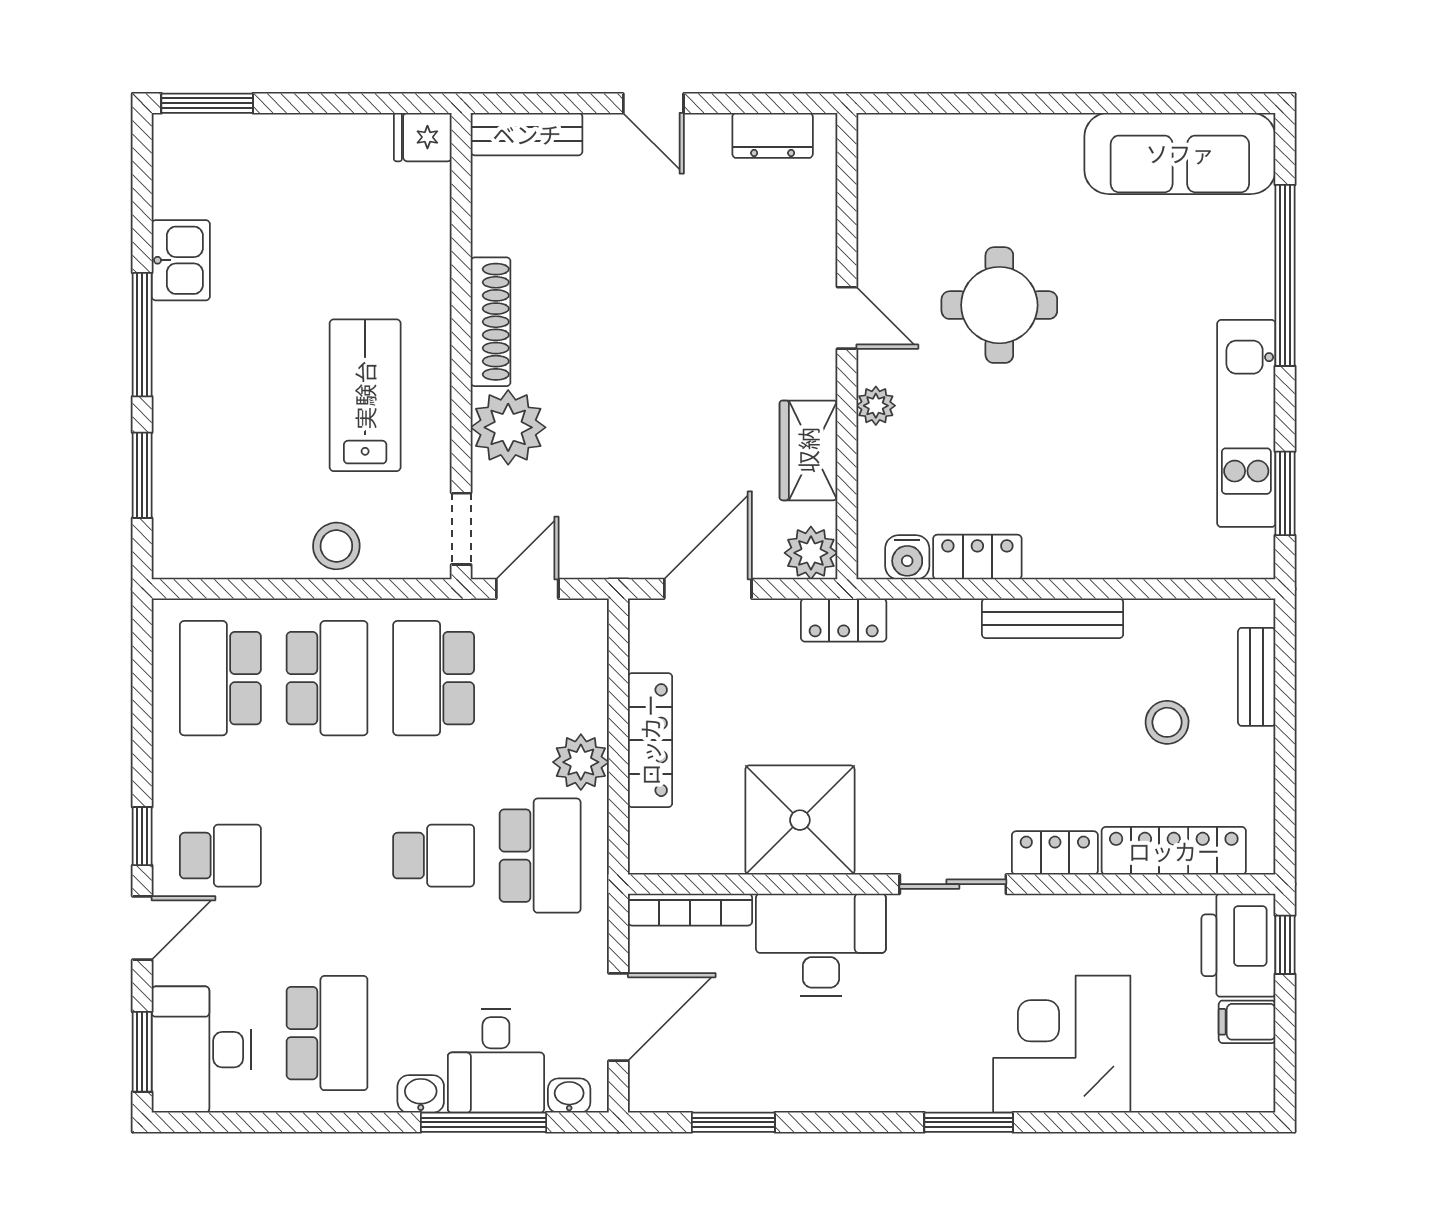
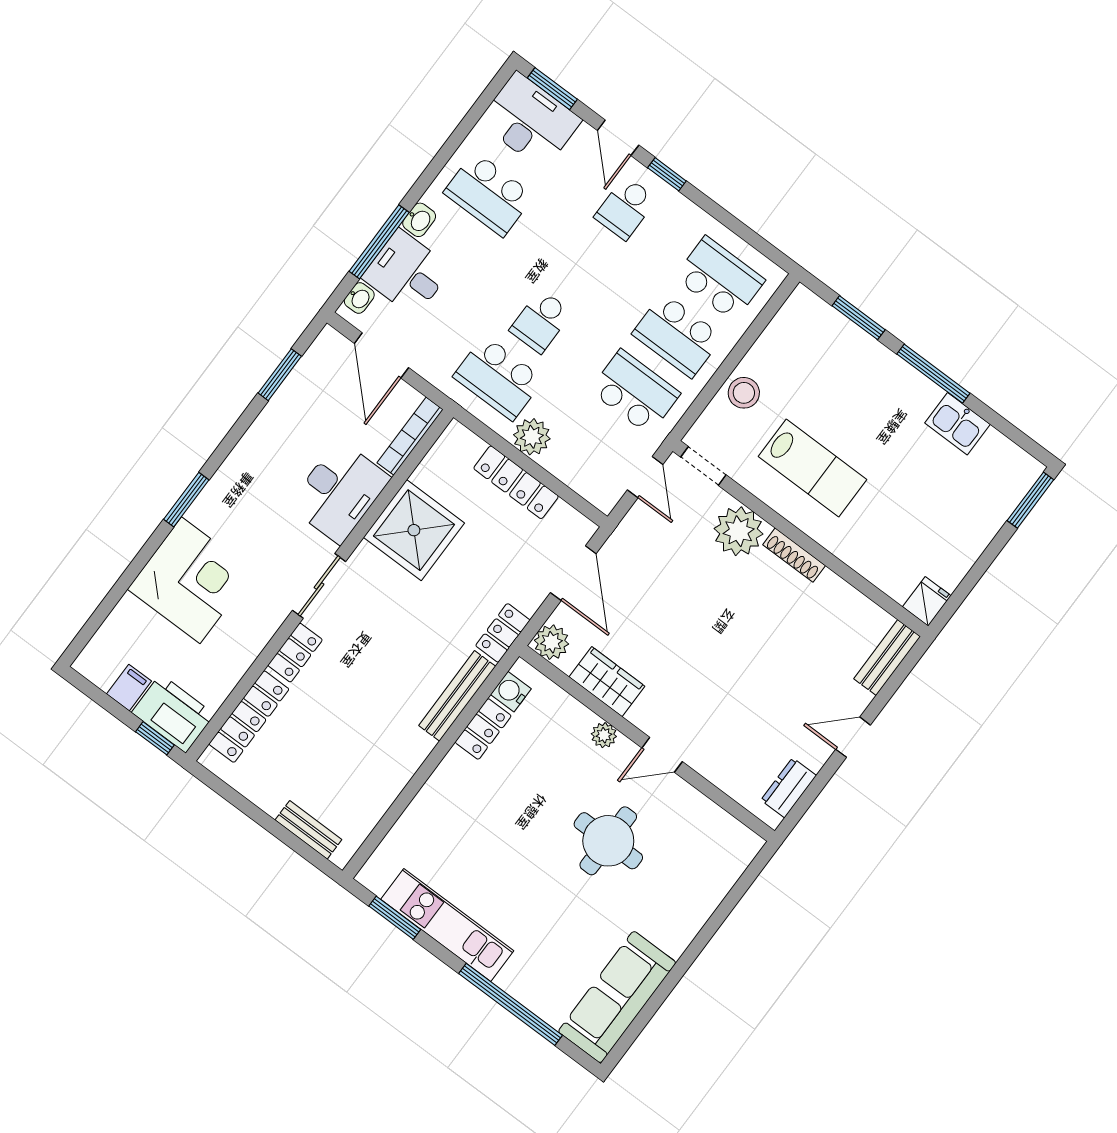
shoe rack: (491, 322) -> (794, 555), width x0.74, depth x0.81
bench: (1053, 618) -> (457, 696), moved
stool: (1167, 722) -> (320, 764), removed

